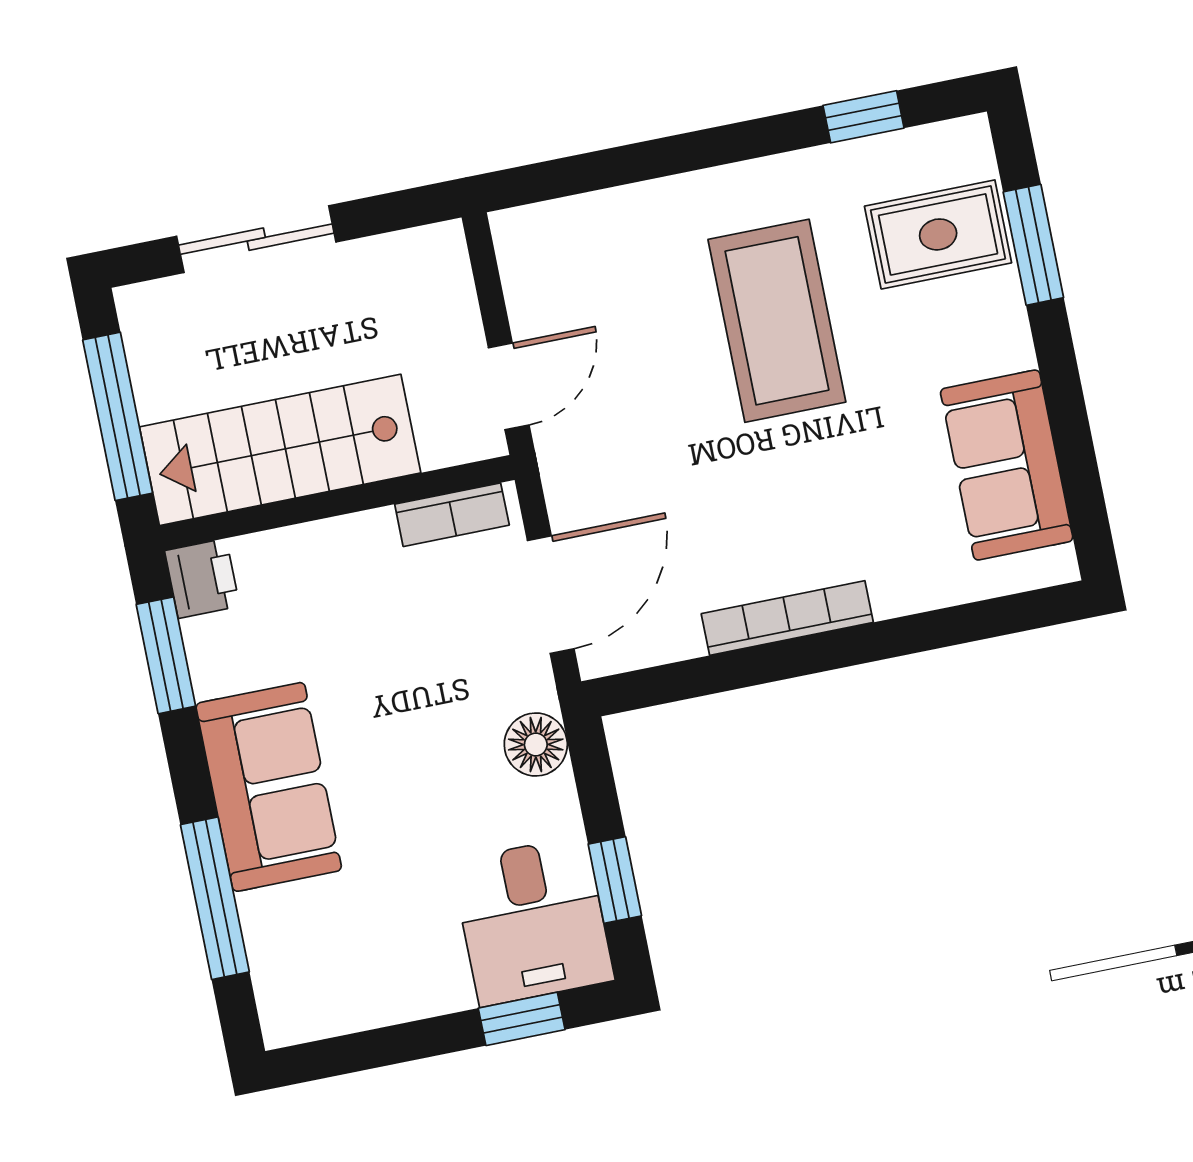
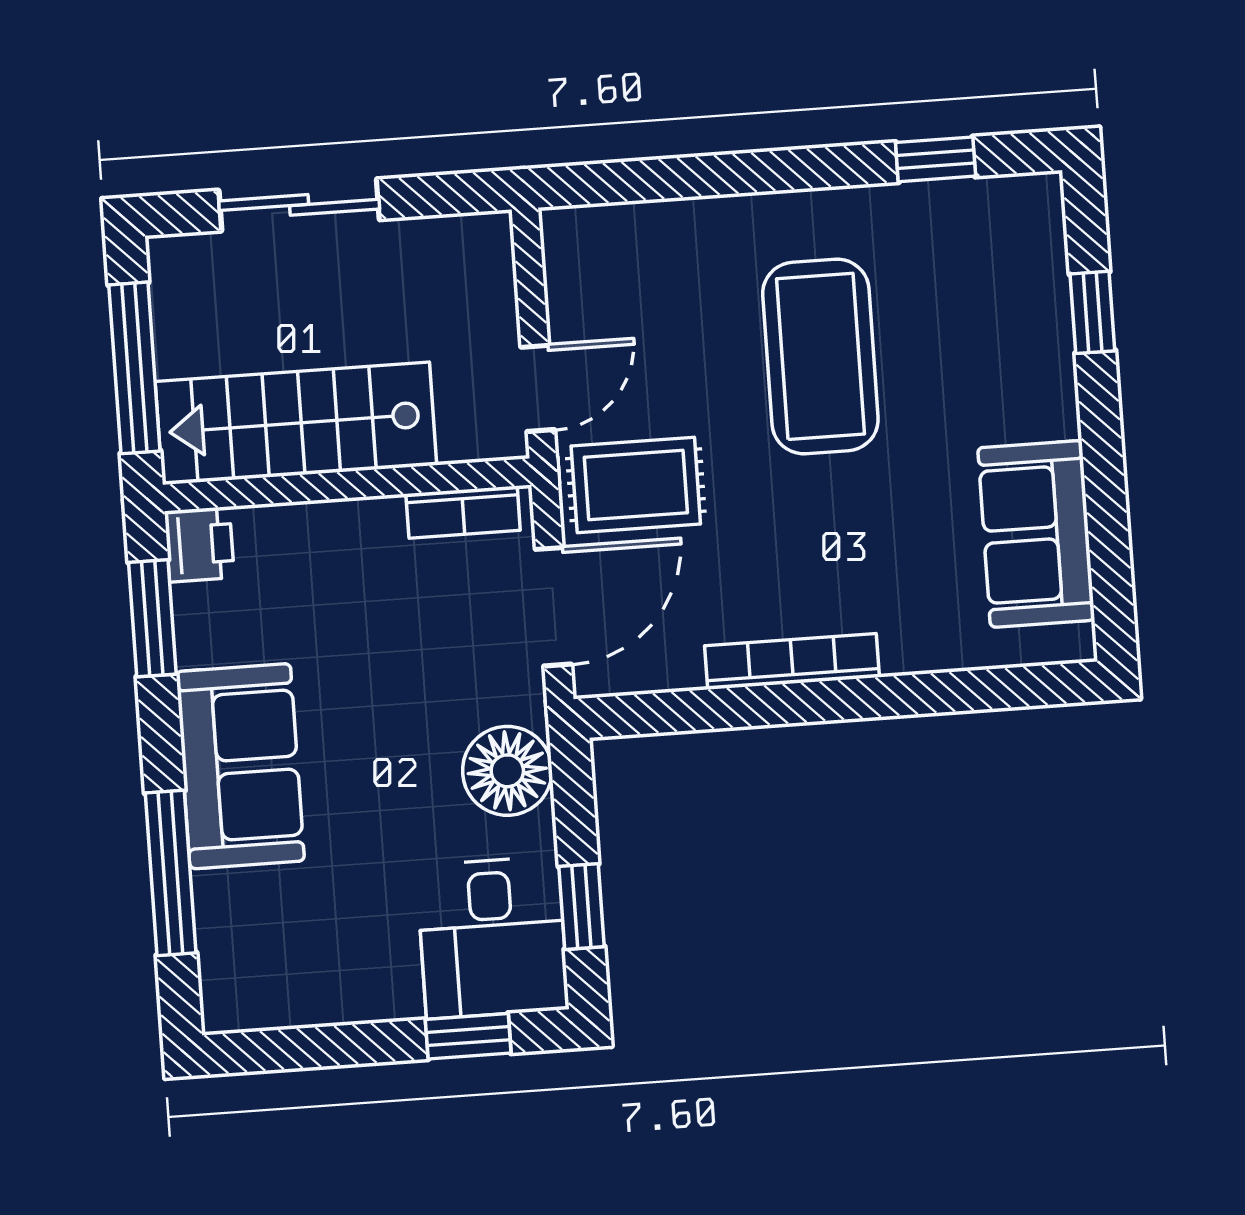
rug: (938, 234) -> (636, 485), moved
window: (1033, 245) -> (1092, 312), width x0.67
floor lamp: (536, 745) -> (507, 771), width x1.38, depth x1.38

